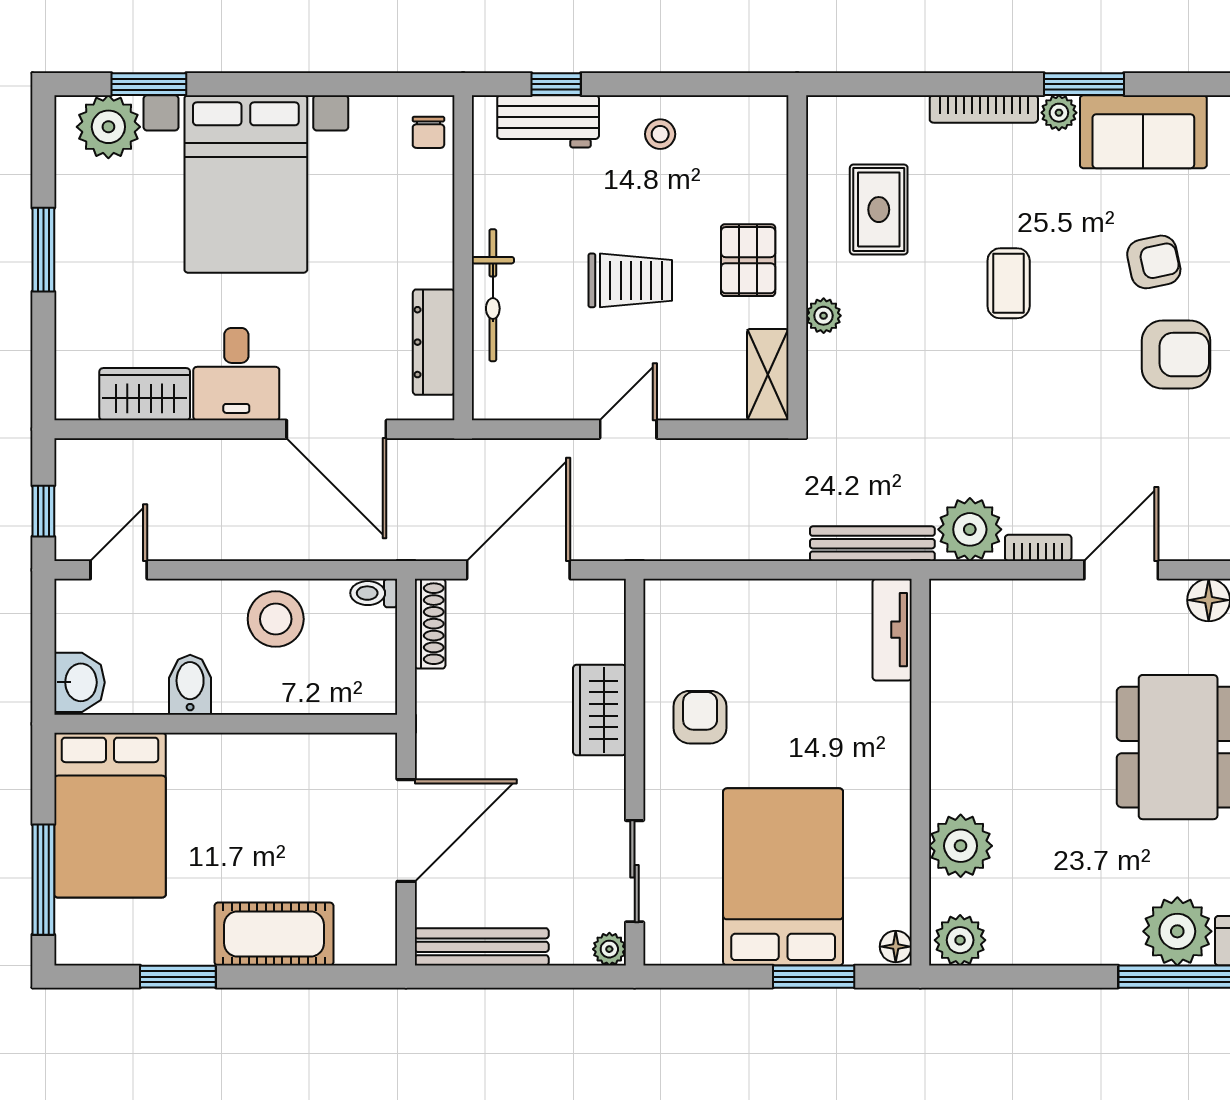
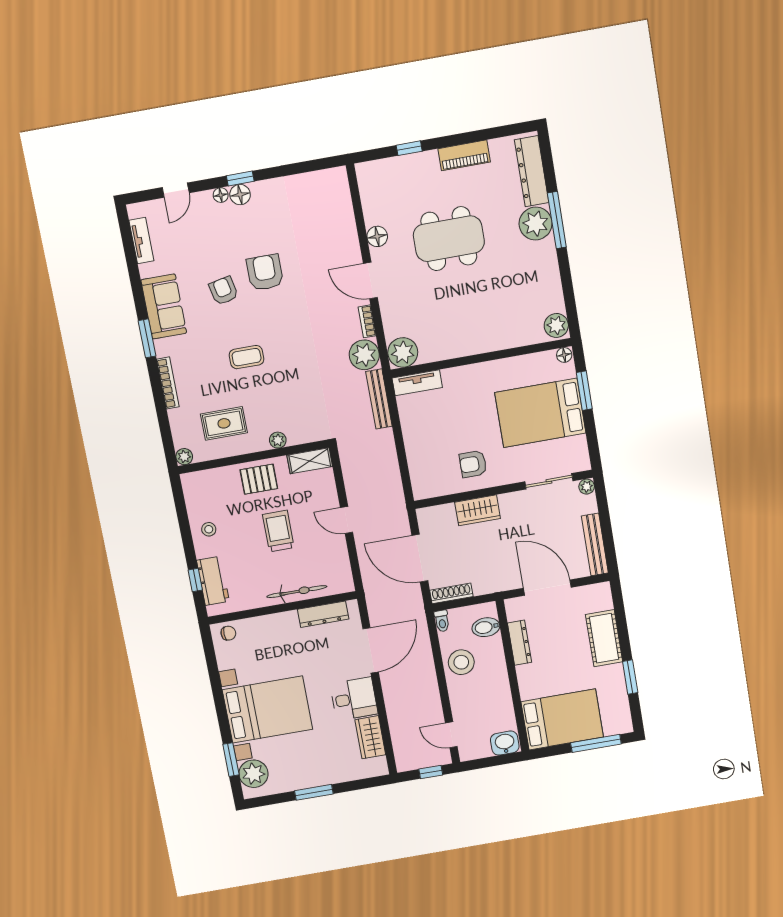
plant: (1059, 113) -> (184, 457), moved
bidet: (190, 685) -> (486, 627), moved
dresser: (296, 751) -> (520, 643), added
plant: (961, 846) -> (403, 352), moved

